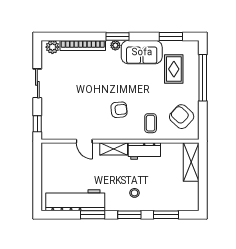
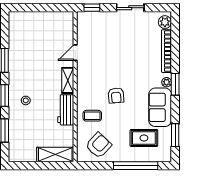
armchair: (119, 110) -> (116, 96), moved
workbench: (75, 200) -> (19, 44), removed

